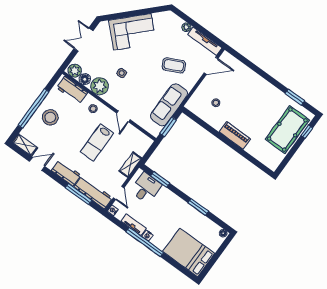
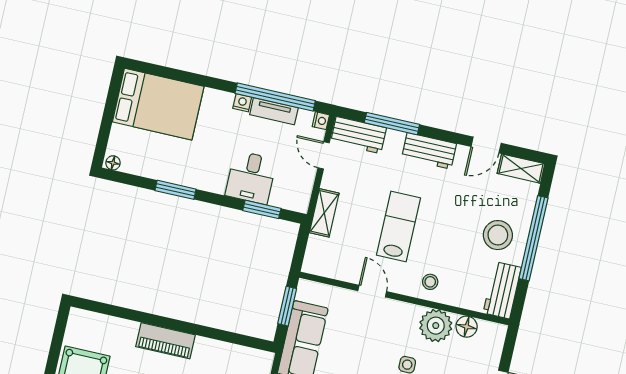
plant: (75, 71) -> (490, 334), removed
workbench: (72, 90) -> (502, 290), moved, turned -90
desk: (146, 188) -> (251, 177), moved
workbench: (93, 192) -> (358, 135), width x0.73
window: (145, 242) -> (275, 97), moved

